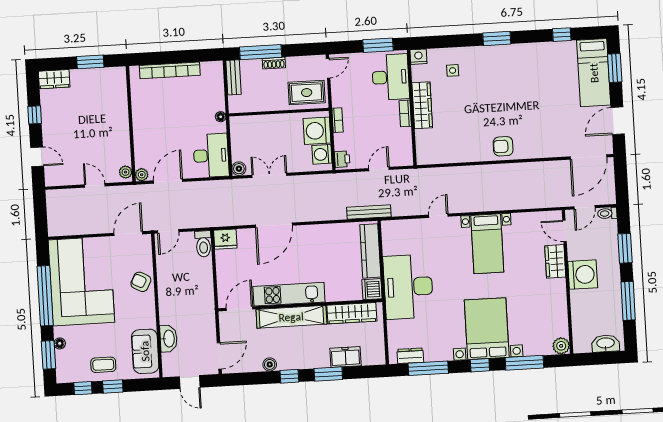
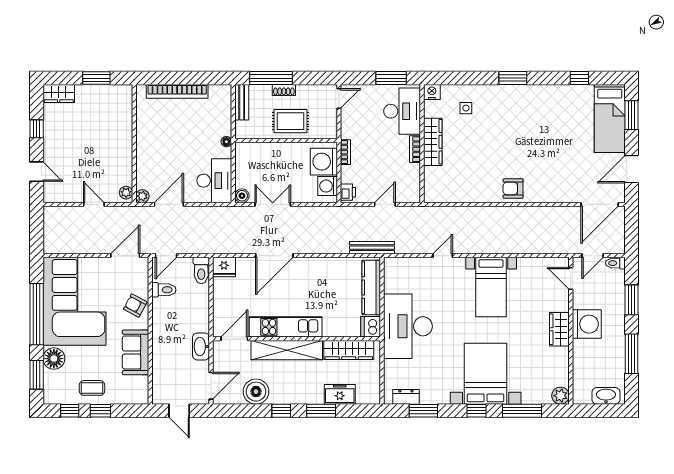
rug: (307, 93) -> (290, 121), moved
wardrobe: (555, 261) -> (559, 329), moved
toilet: (168, 265) -> (164, 290), added
washbasin: (169, 339) -> (201, 346), moved, turned 180
floor lamp: (60, 343) -> (54, 359), width x1.89, depth x1.89
sofa: (145, 351) -> (136, 352), moved
boiler: (270, 364) -> (256, 392), width x1.86, depth x1.86
window: (428, 368) -> (423, 411), width x0.69

